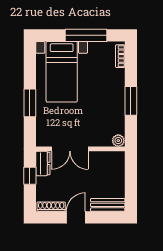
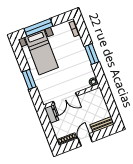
window: (86, 35) -> (38, 27), moved
window: (30, 176) -> (47, 125), removed

